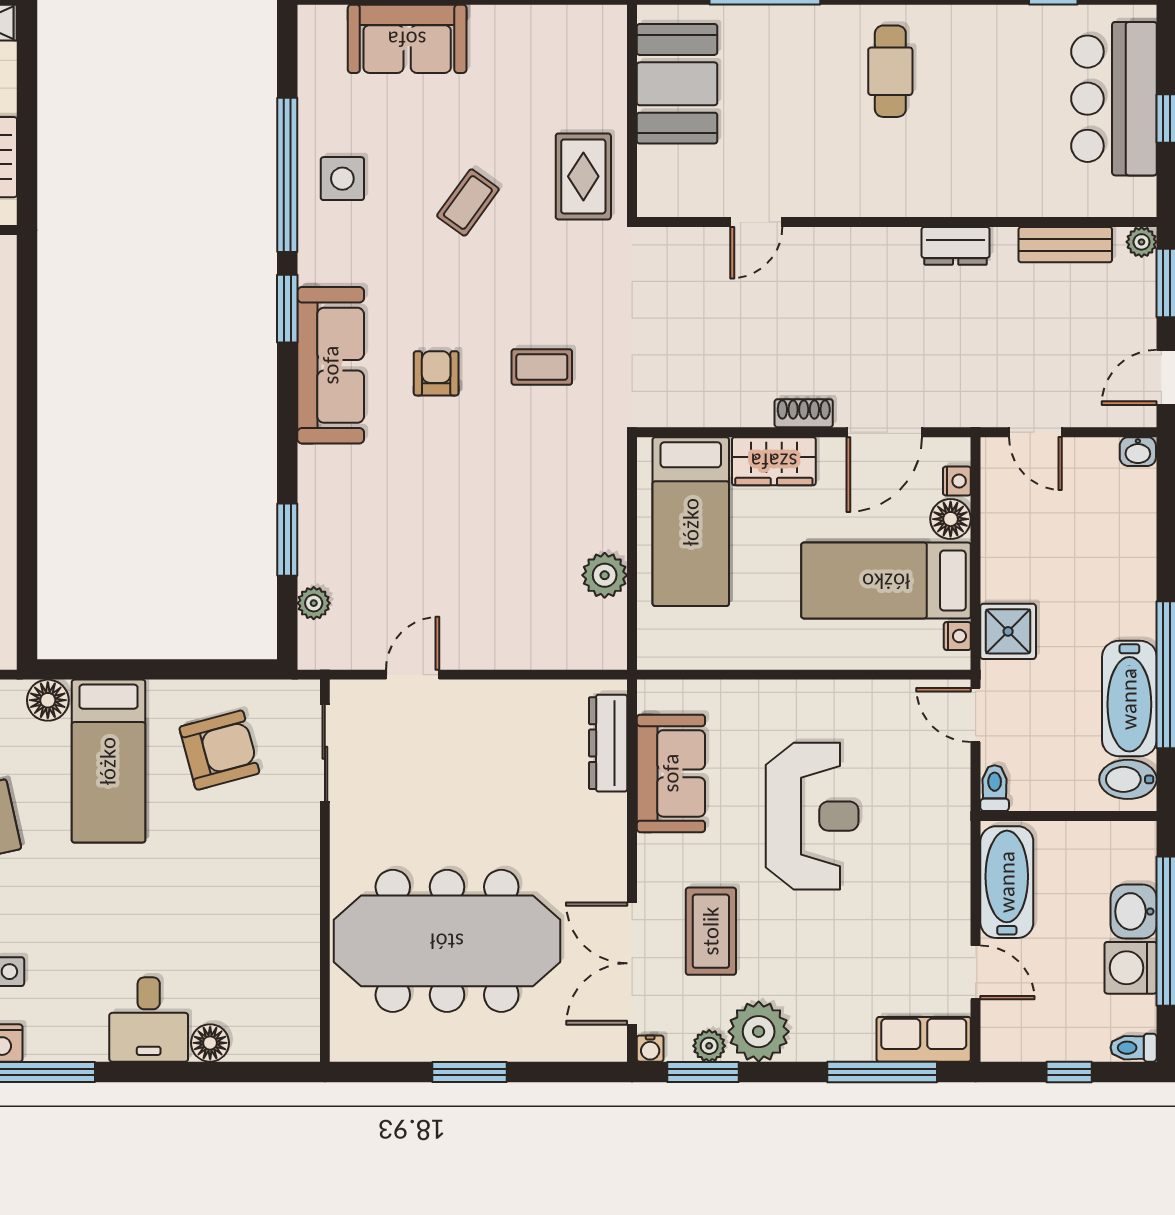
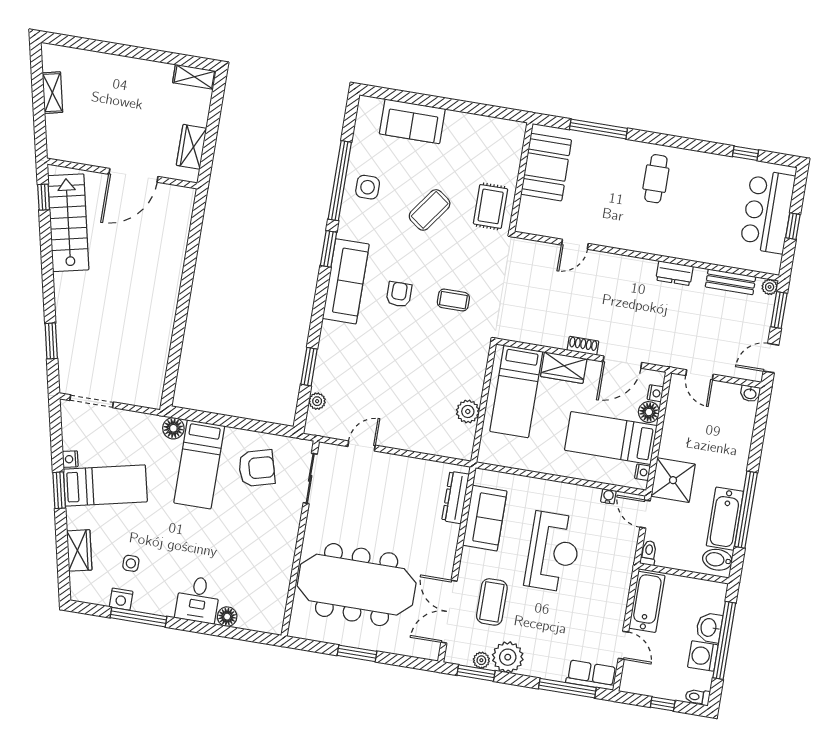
coffee table: (468, 202) -> (430, 210), width x1.36, depth x1.30
shower: (1008, 631) -> (673, 480), width x1.36, depth x1.36
water cooler: (650, 1049) -> (608, 496), moved, turned 180

